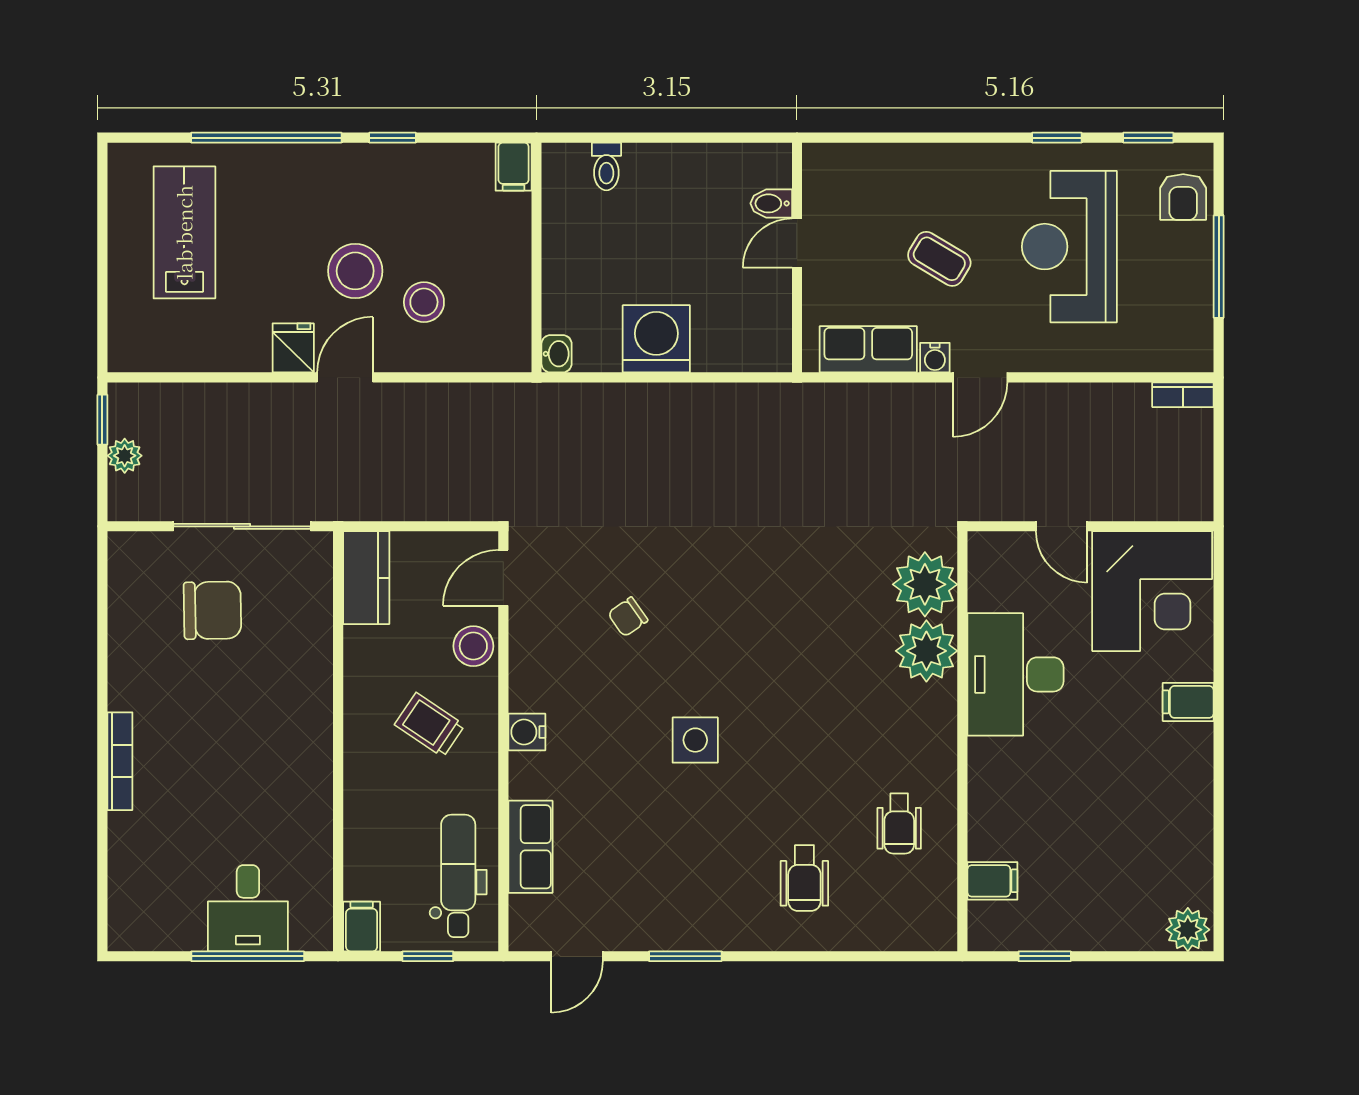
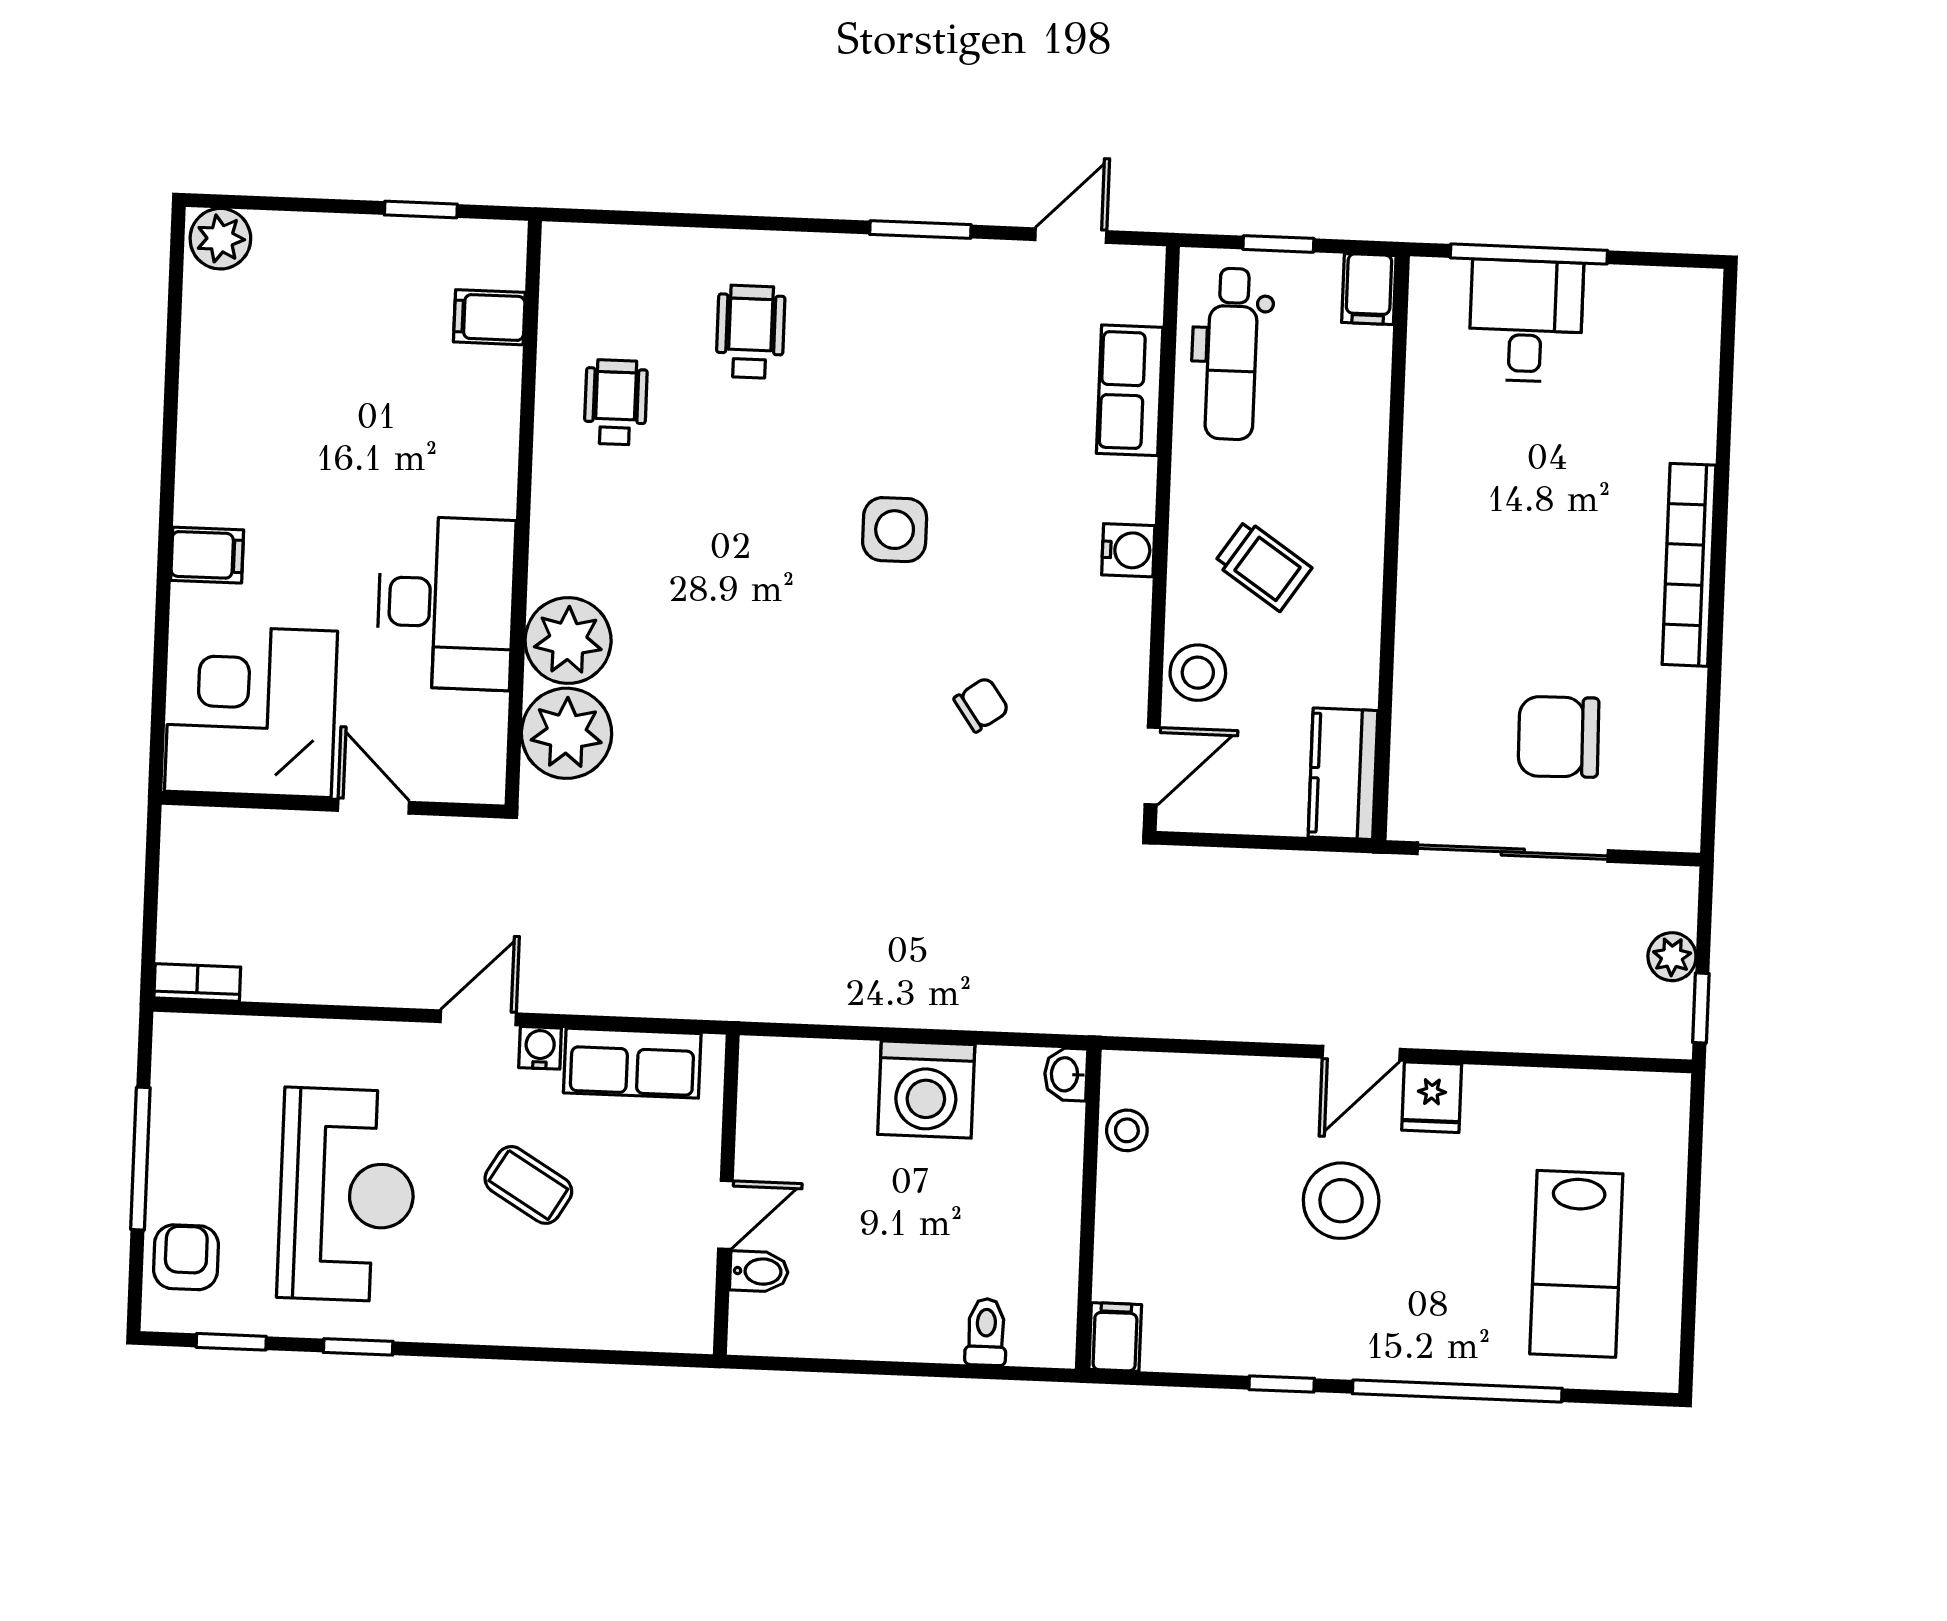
stool: (424, 302) -> (1127, 1130), moved, width x0.73, depth x0.73
bookcase: (120, 761) -> (1689, 565), width x1.48, depth x1.31

